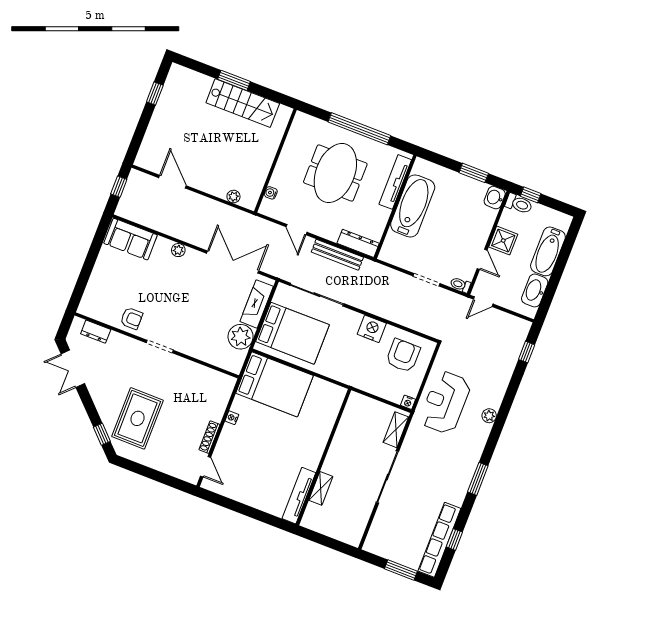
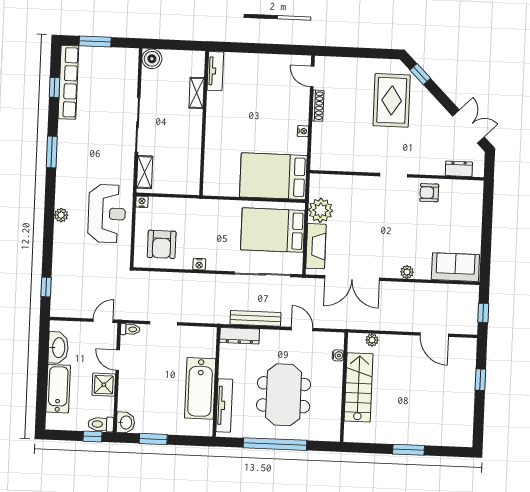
window: (155, 93) -> (480, 380), moved
stairs: (243, 103) -> (359, 387), moved, turned 90
nightstand: (372, 329) -> (199, 264), width x0.53, depth x0.56
tv unit: (299, 496) -> (215, 71), width x0.71
boiler: (352, 535) -> (152, 59), added

